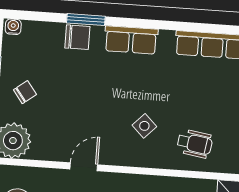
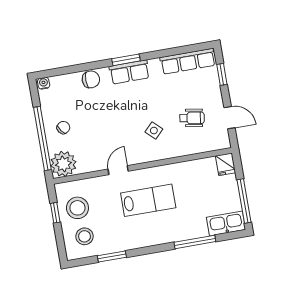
window: (86, 20) -> (126, 60), moved
wheelchair: (195, 144) -> (192, 118), moved

